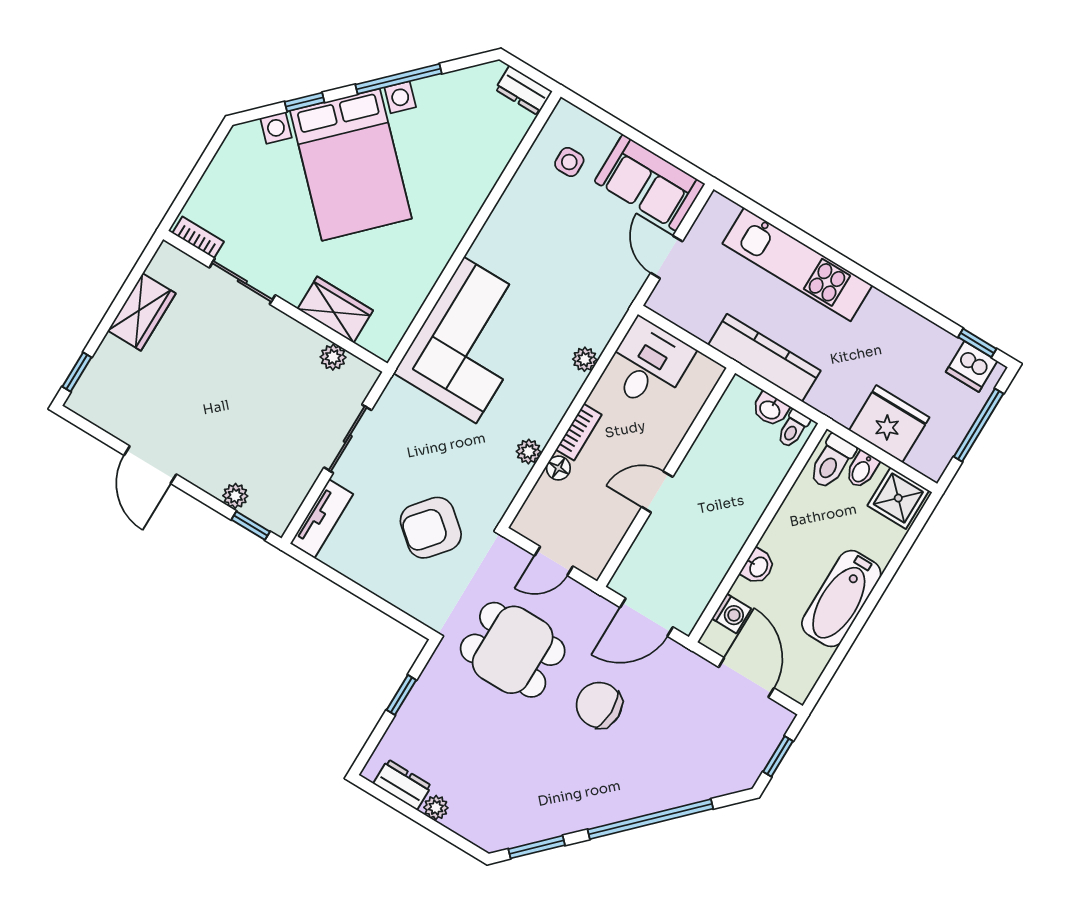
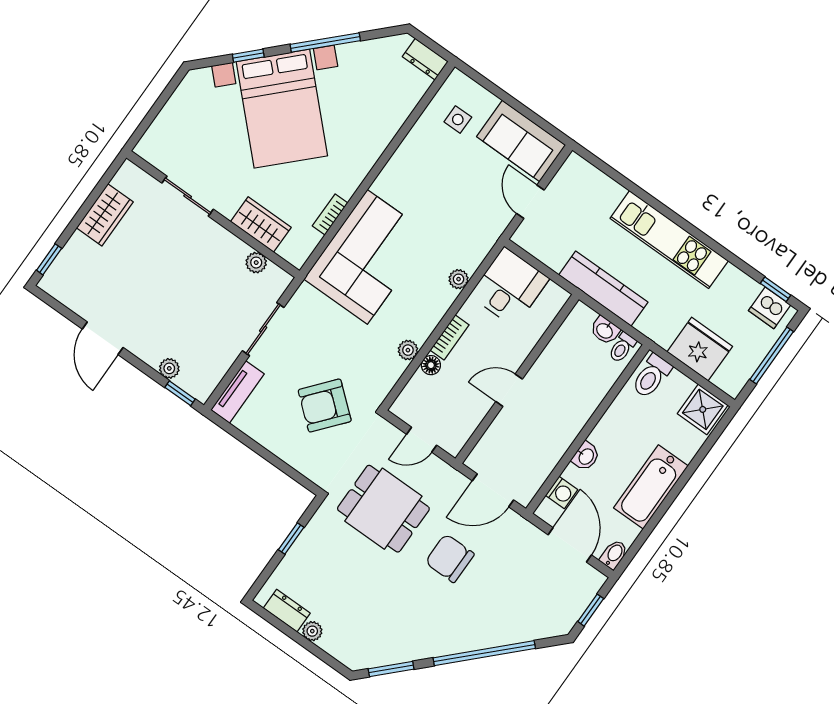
bookcase: (198, 237) -> (330, 214), moved, turned -90
kitchen unit: (797, 264) -> (669, 239), moved
bidet: (862, 470) -> (614, 554), moved, turned 180

